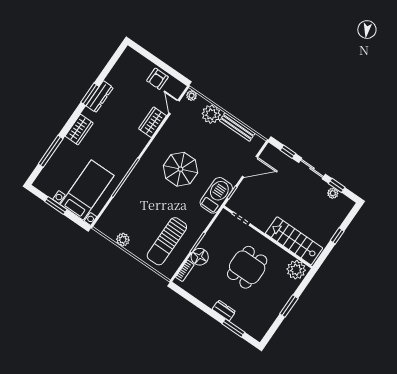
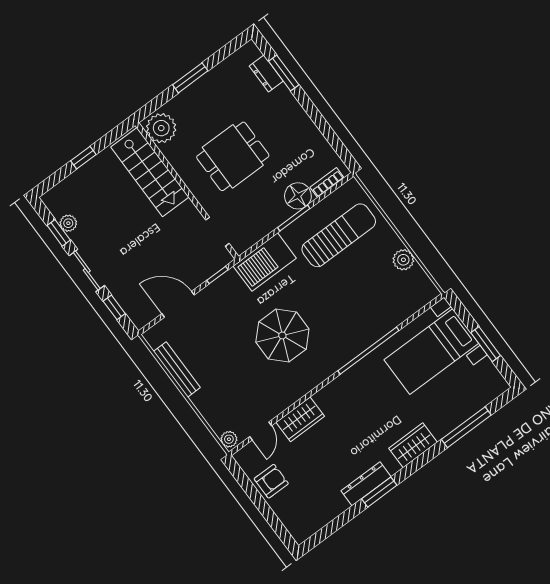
plant: (211, 114) -> (209, 402), removed
barbecue: (216, 195) -> (265, 262), moved
dresser: (224, 310) -> (266, 74), moved

